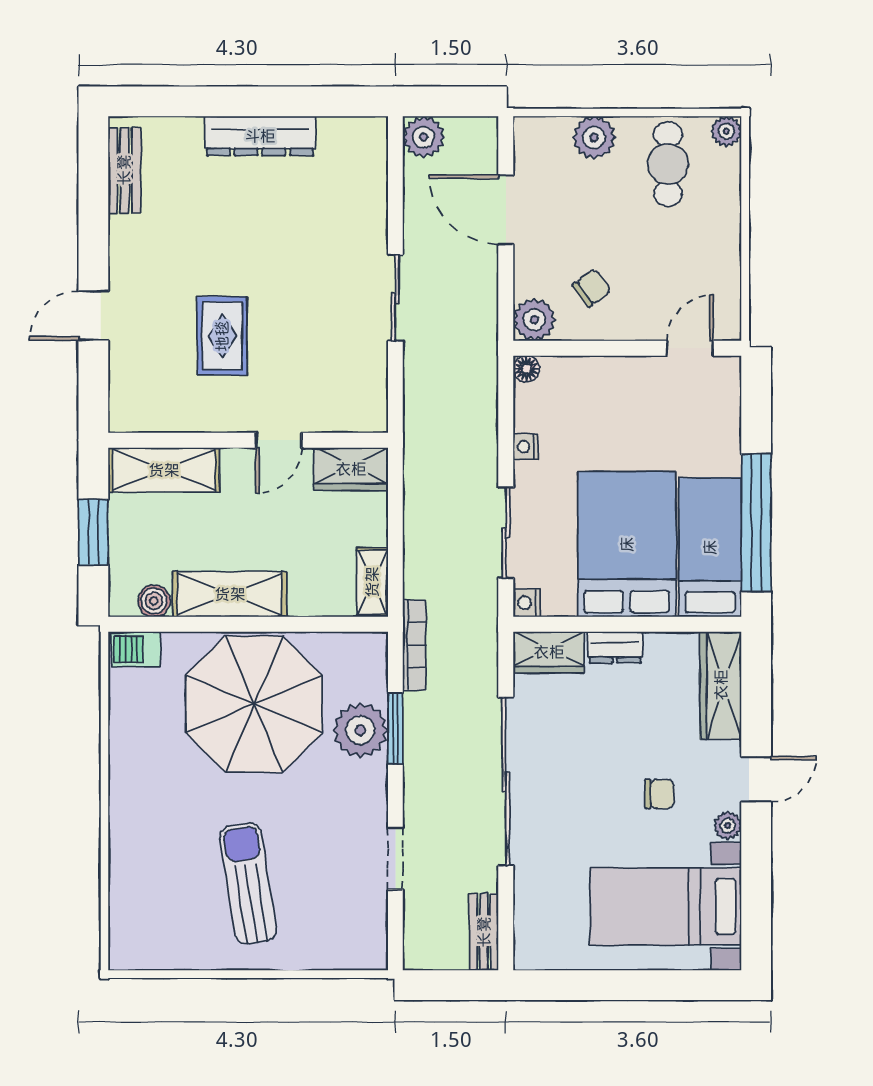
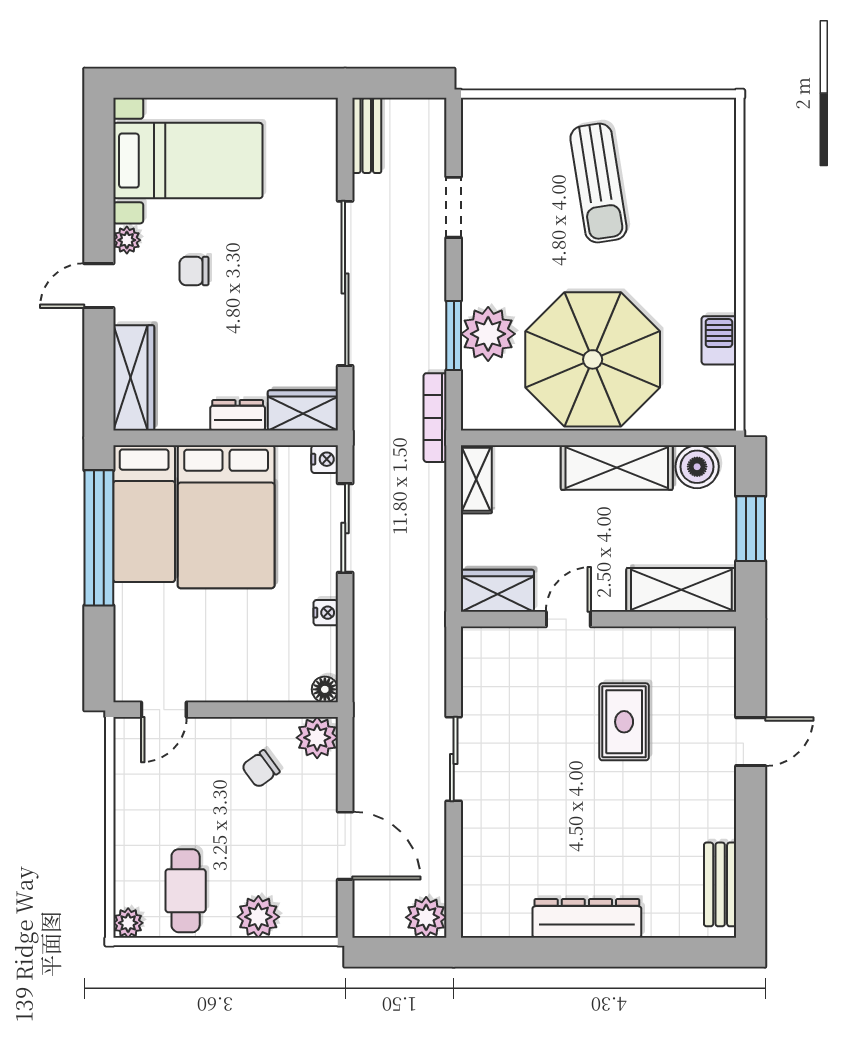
boiler: (154, 601) -> (697, 467), width x1.36, depth x1.36
barbecue: (136, 649) -> (719, 340), moved, turned -90

